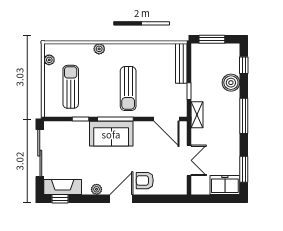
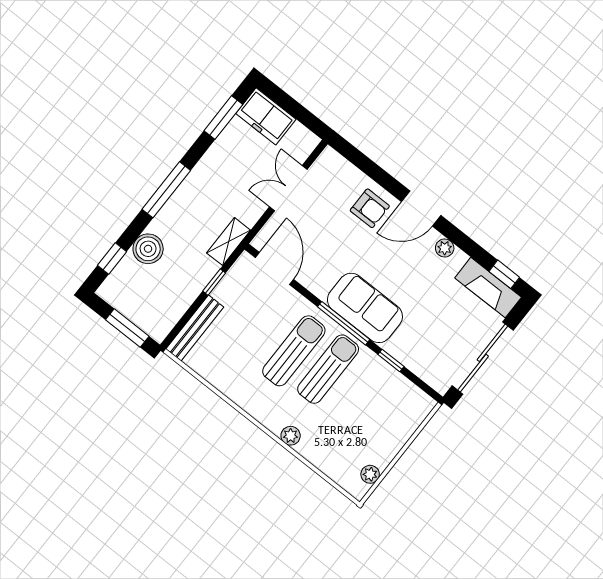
sun lounger: (71, 87) -> (328, 369), moved, turned 180

